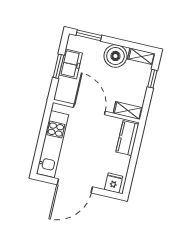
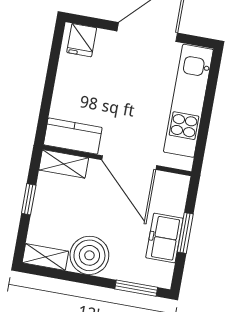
window: (152, 79) -> (29, 199), moved
kitchen counter: (127, 138) -> (73, 136), moved, turned -90

